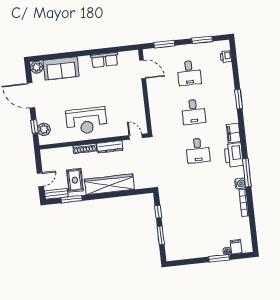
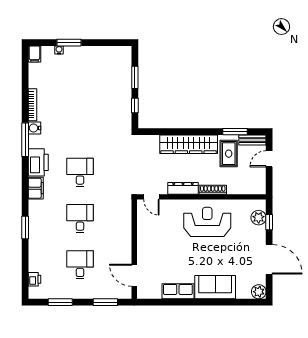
sofa: (61, 68) -> (215, 287), moved
filing cabinet: (236, 247) -> (34, 54), moved

